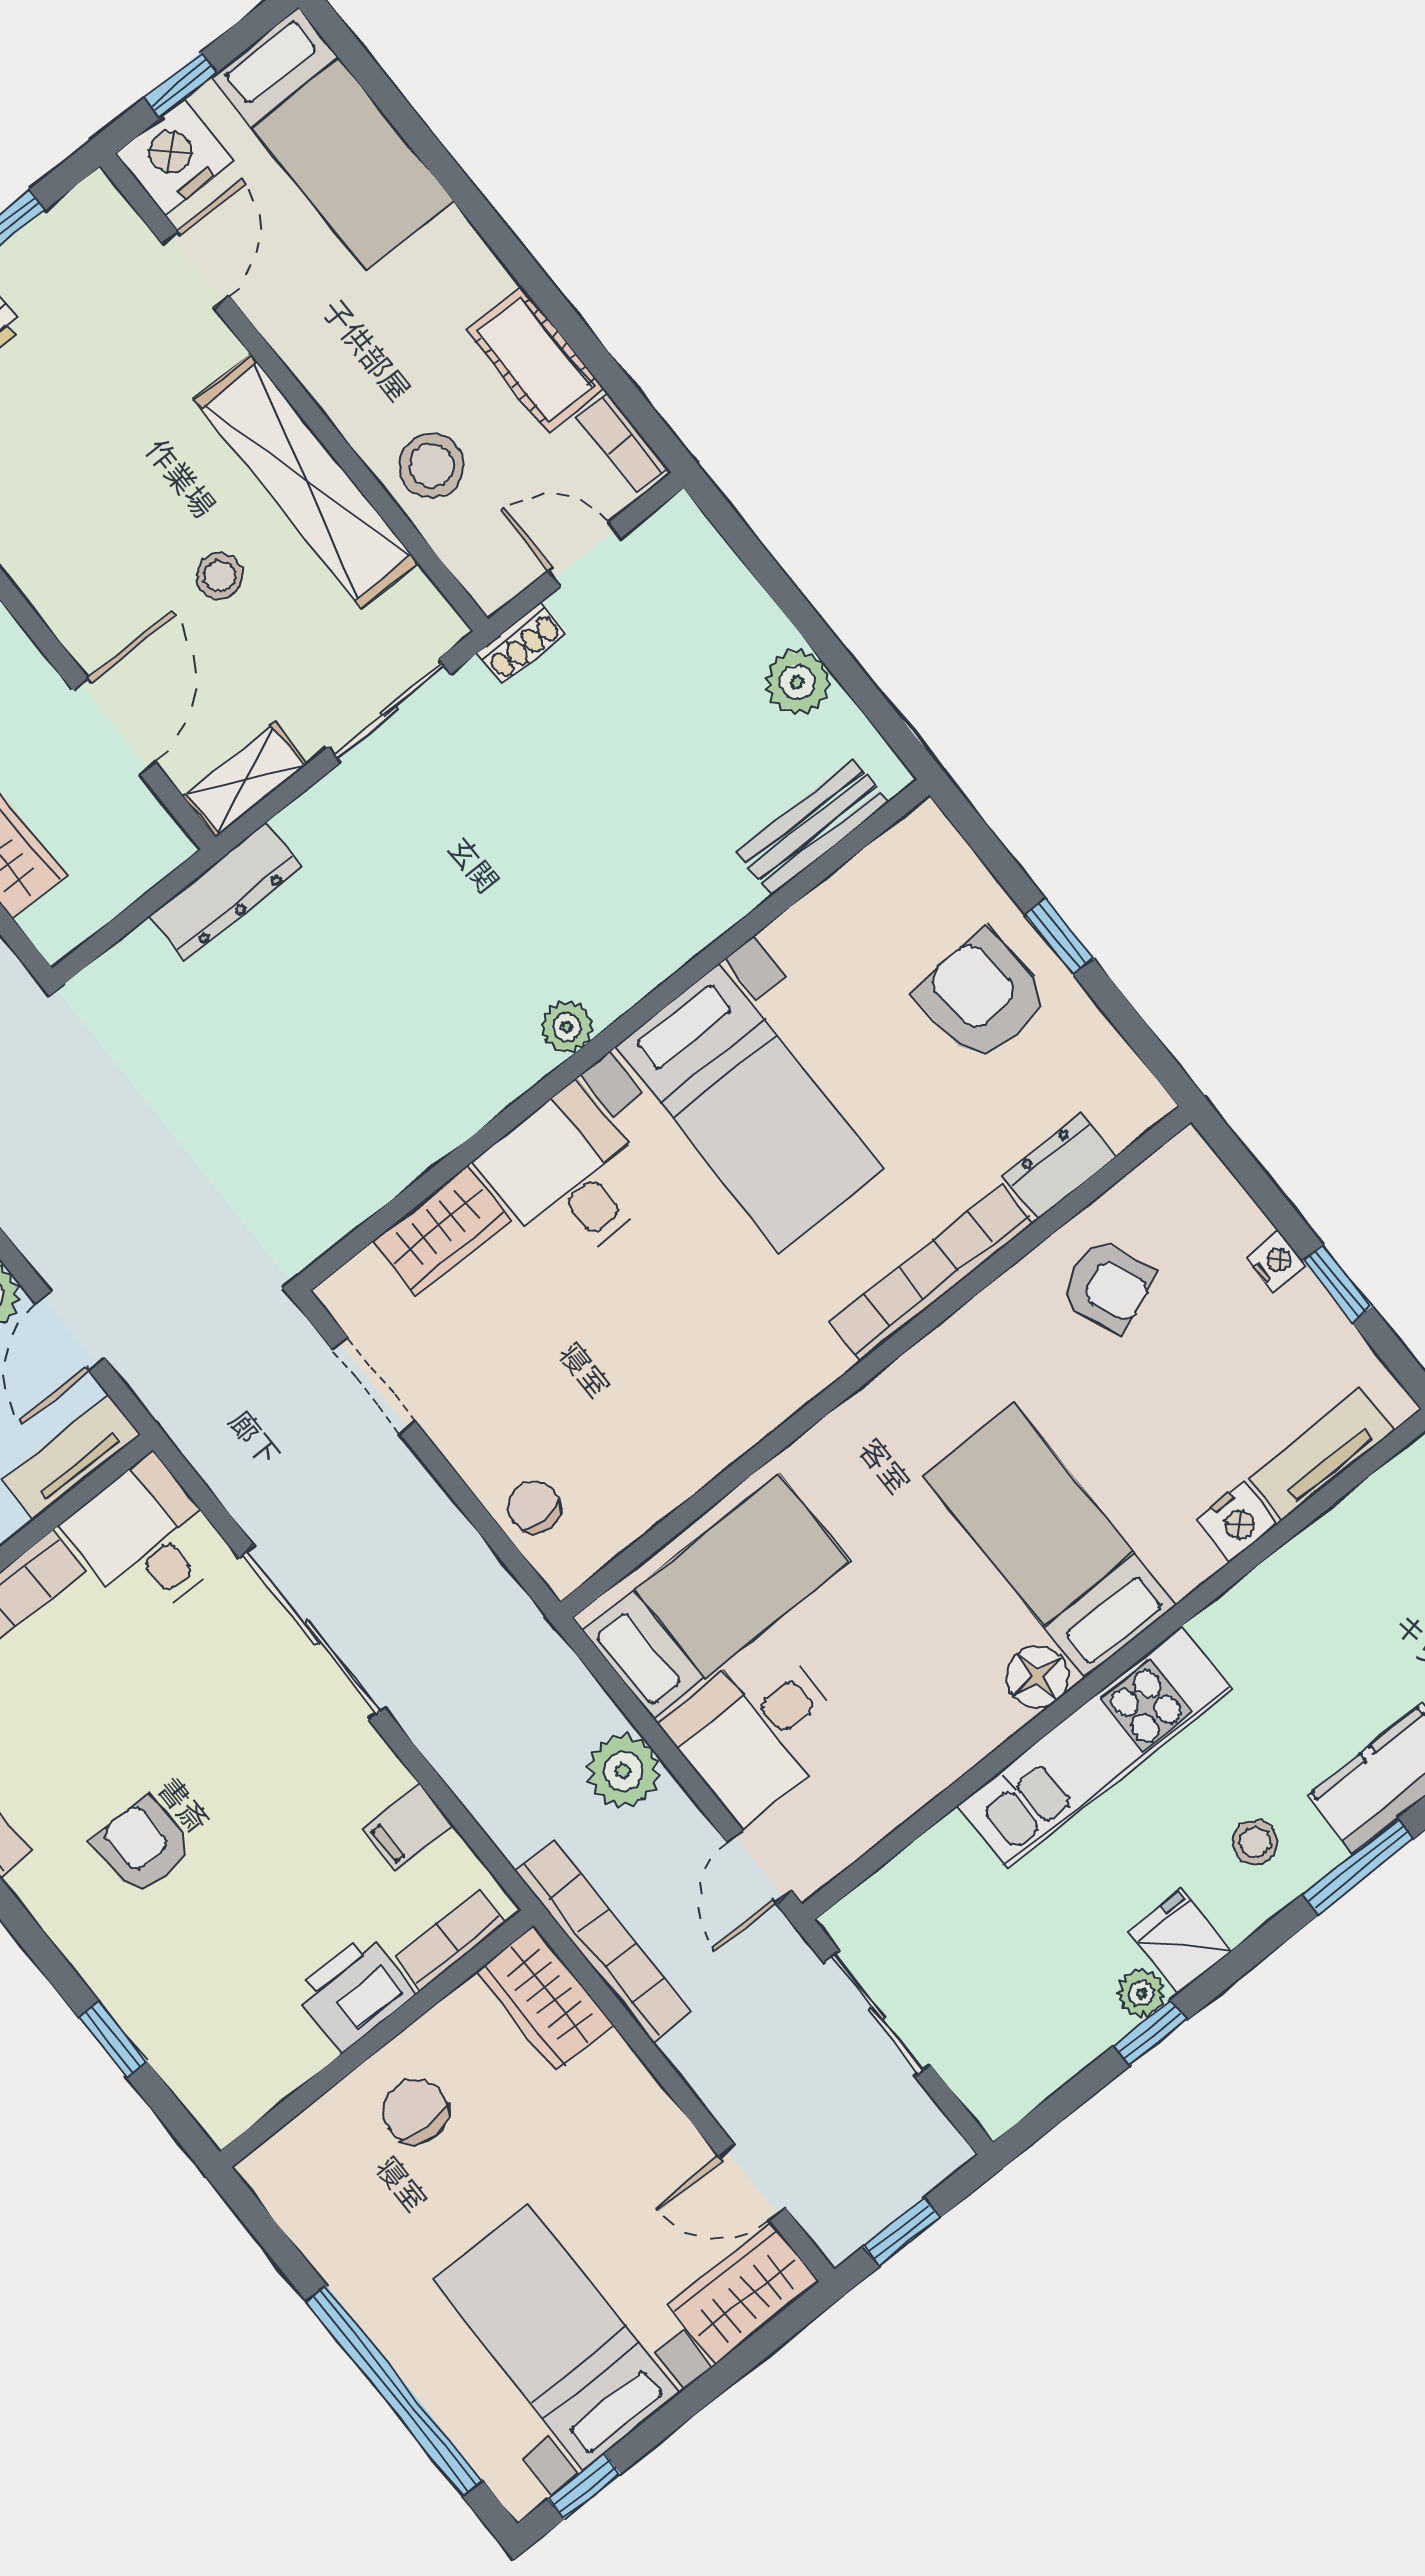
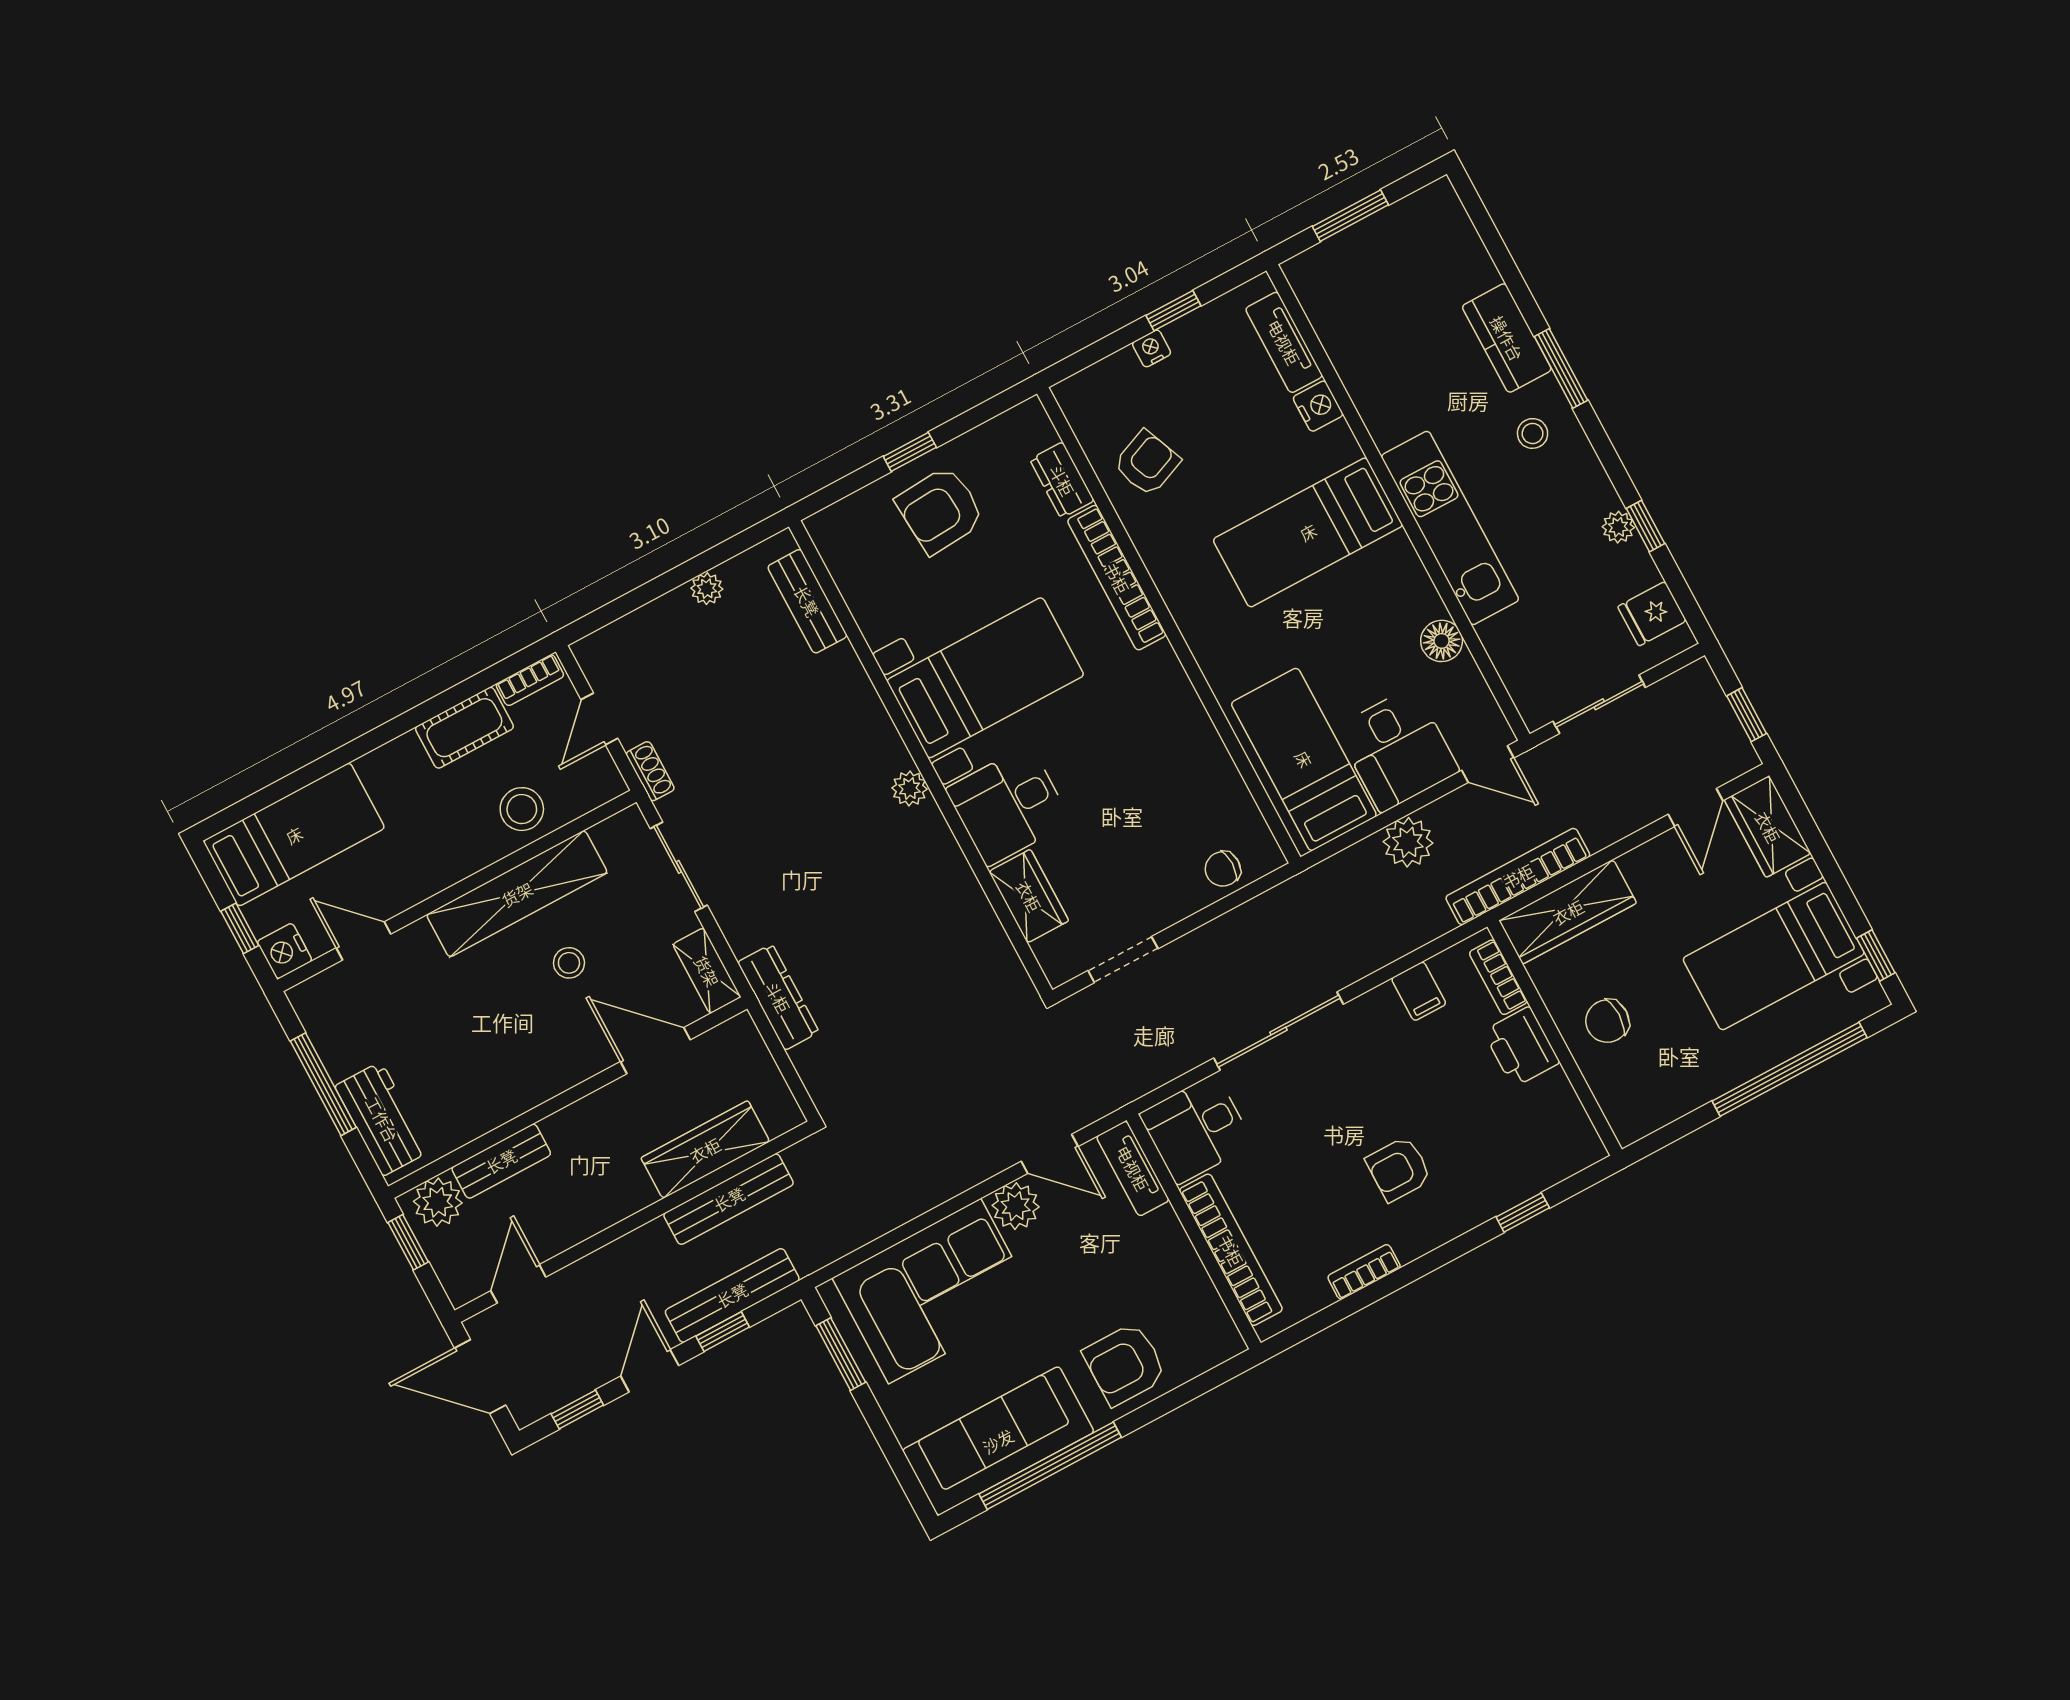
nightstand: (175, 157) -> (285, 951), width x0.74, depth x0.75
plant: (797, 682) -> (707, 589), width x0.73, depth x0.73
floor lamp: (1038, 1677) -> (1442, 641), moved
fridge: (1180, 1941) -> (1652, 614), moved
wardrobe: (545, 1999) -> (1568, 912), width x1.50

